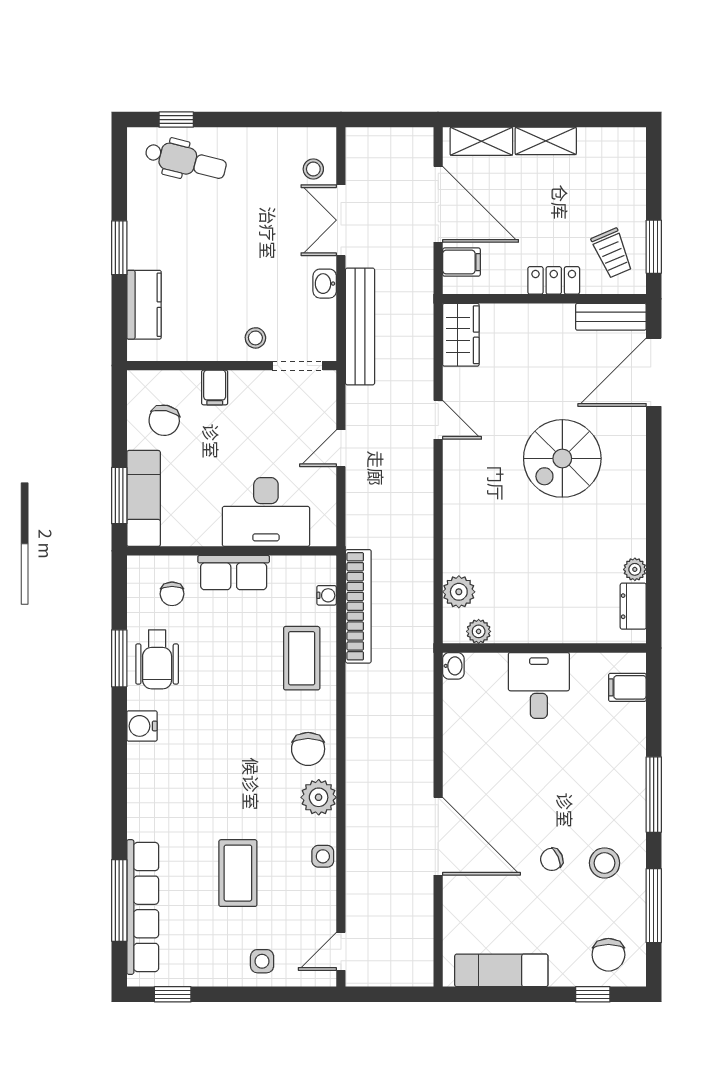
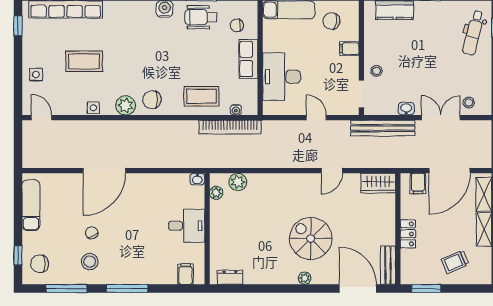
trolley: (612, 253) -> (455, 262), moved
plant: (635, 569) -> (305, 278), moved

